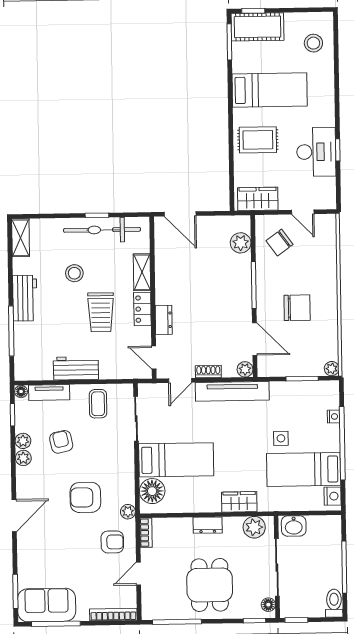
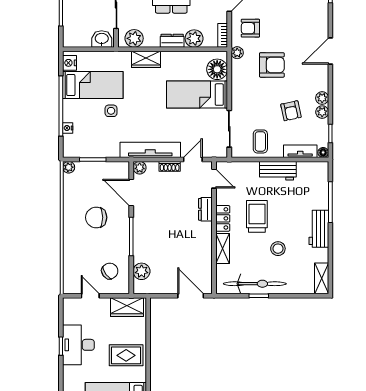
plant: (181, 528) -> (194, 39), added

